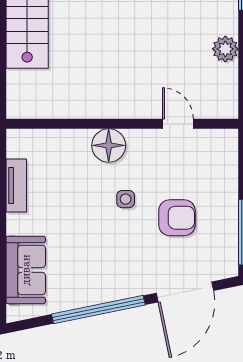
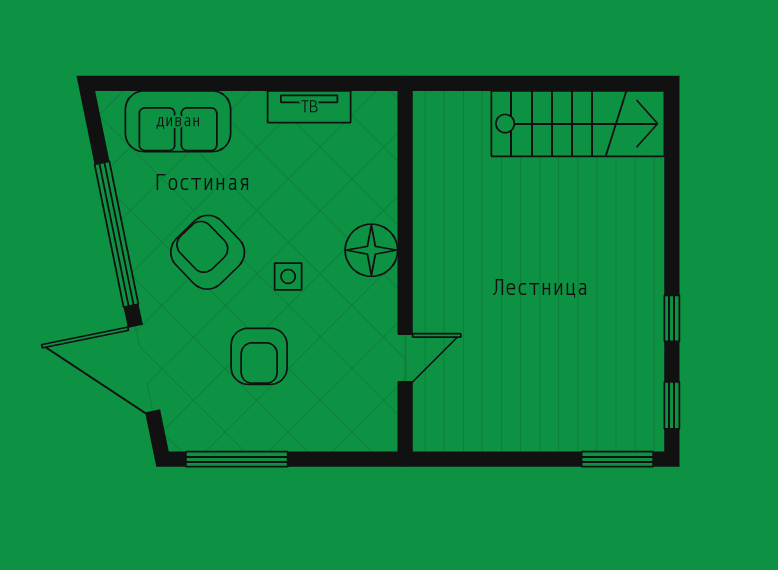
plant: (225, 49) -> (521, 431), removed
armchair: (110, 251) -> (208, 252), added

